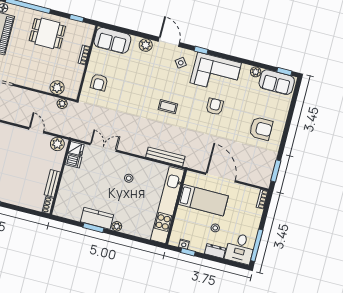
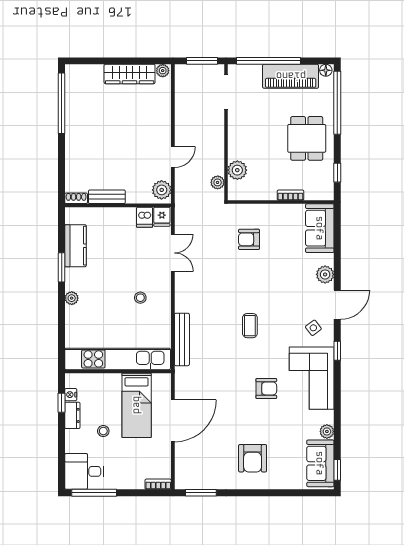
armchair: (99, 82) -> (249, 239), moved
kitchen counter: (97, 218) -> (75, 246), moved
dresser: (215, 251) -> (72, 415), moved

